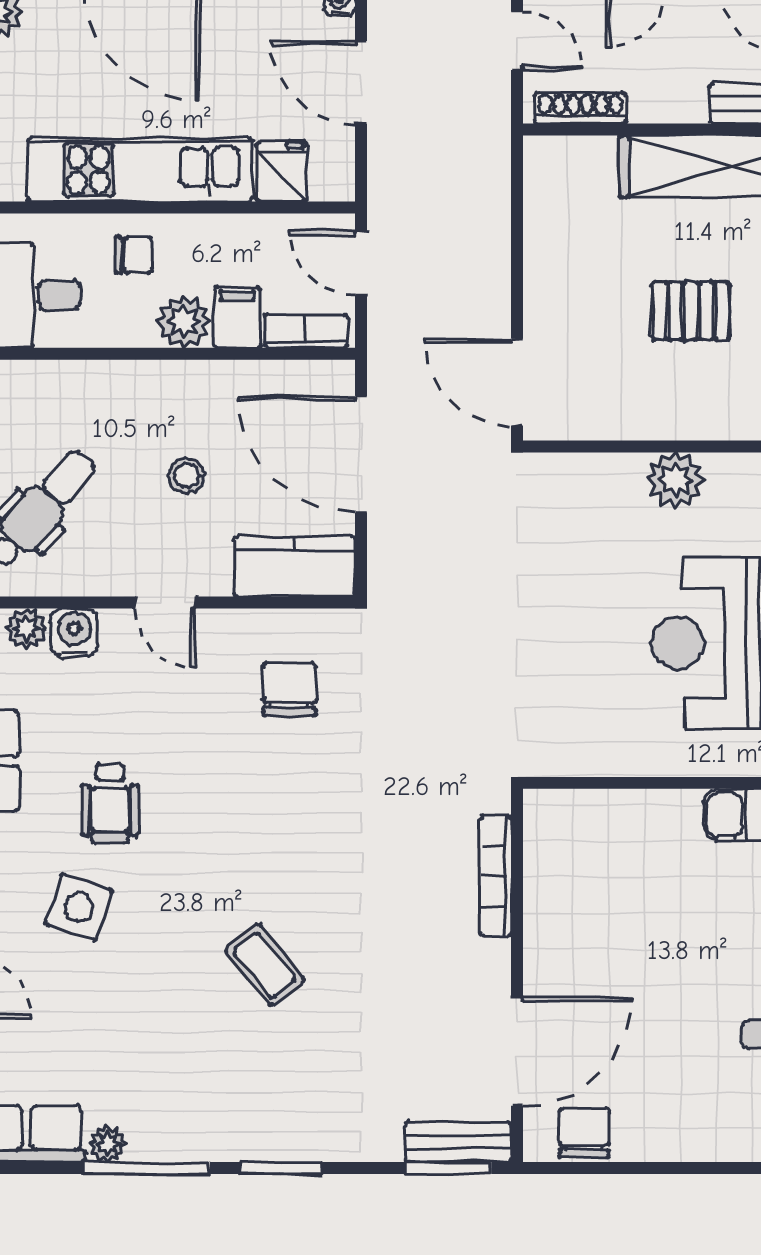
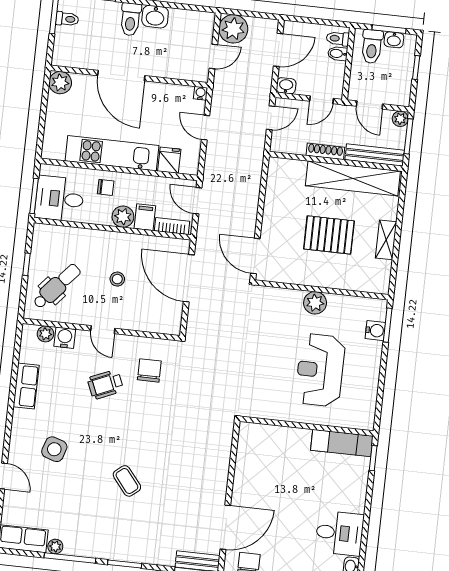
door: (517, 41) -> (271, 118), hinge flipped
door: (361, 82) -> (206, 128), width x0.73
shoe rack: (580, 108) -> (325, 151), moved
pallet: (691, 311) -> (329, 235), width x1.50, depth x1.42
kitchen counter: (295, 566) -> (157, 321), removed
wheelchair: (110, 804) -> (105, 384), moved, turned 67
bookcase: (496, 876) -> (225, 455), removed

